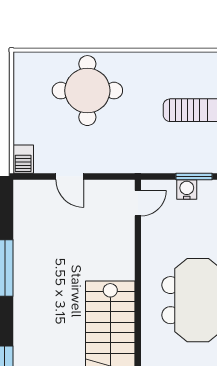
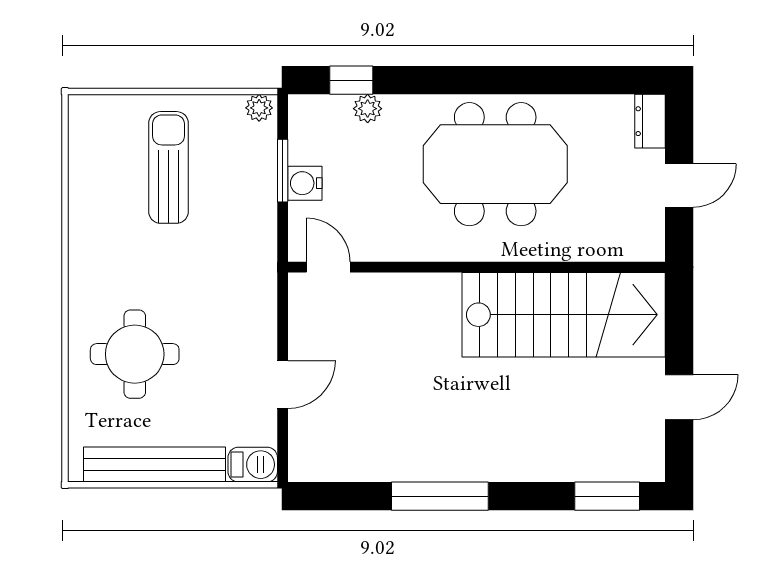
round table: (87, 91) -> (135, 354), width x0.73, depth x0.73
bench: (23, 102) -> (154, 464), added

